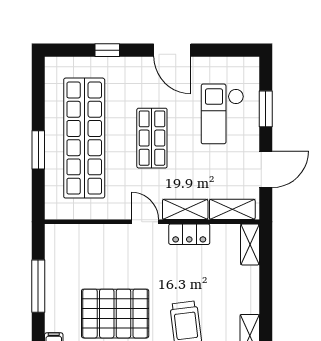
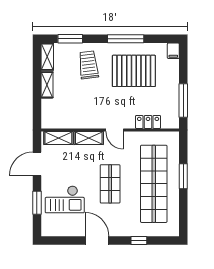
checkout: (222, 114) -> (65, 199), turned 90
locker: (189, 234) -> (148, 122), moved
shelving: (250, 244) -> (47, 85), moved
window: (38, 286) -> (183, 100), moved

